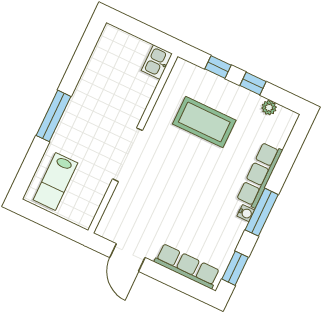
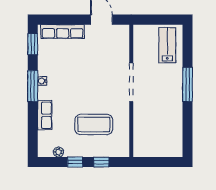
kitchen sink: (157, 62) -> (140, 147), removed
row of seats: (260, 175) -> (45, 115), width x0.68

